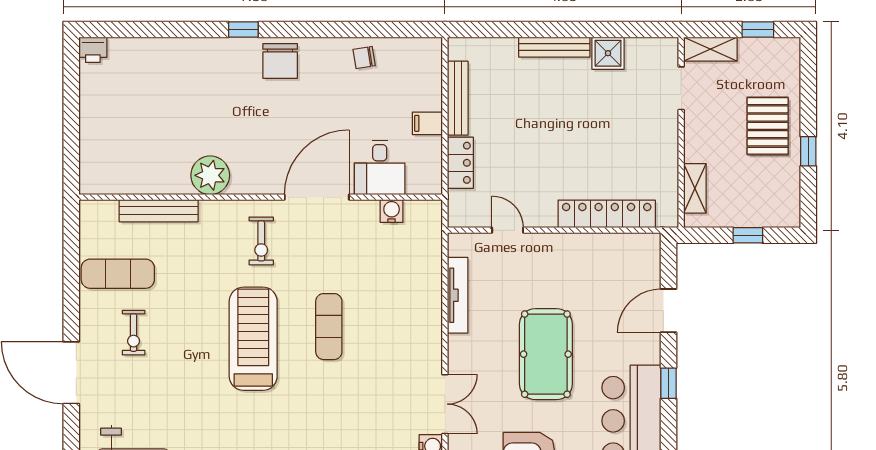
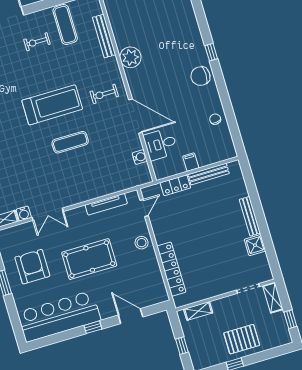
door: (508, 230) -> (144, 208), moved
stool: (544, 253) -> (142, 243), added

